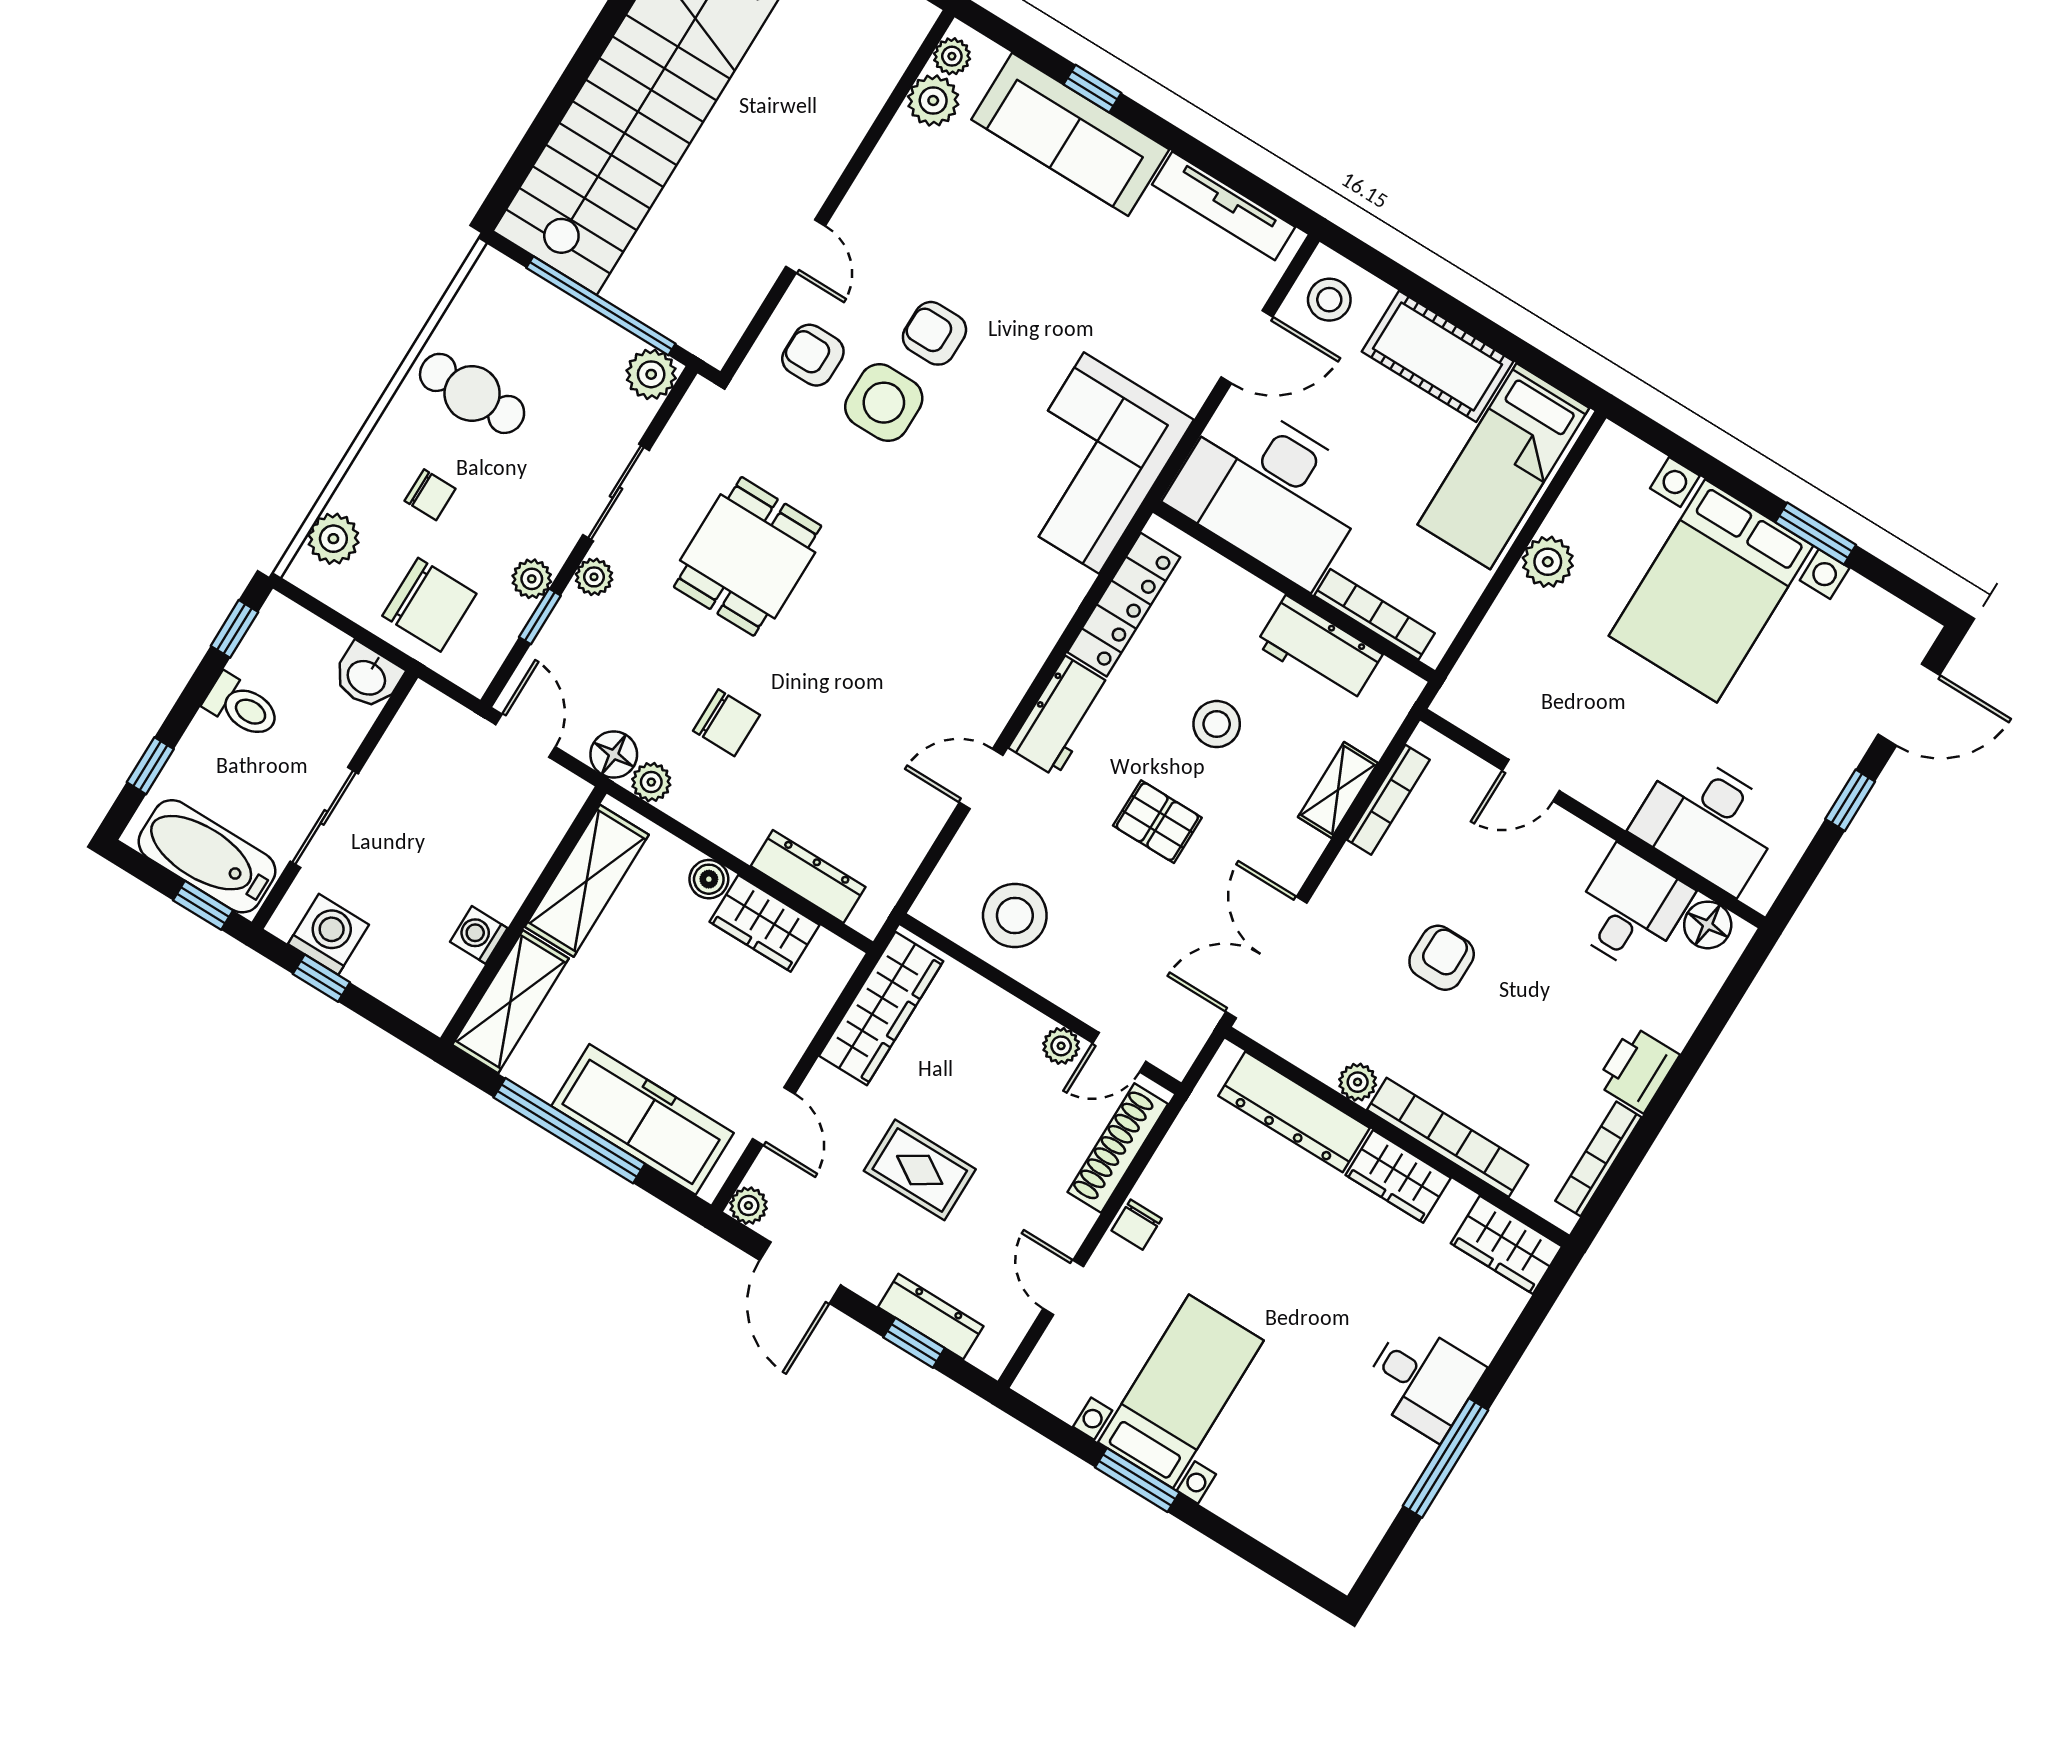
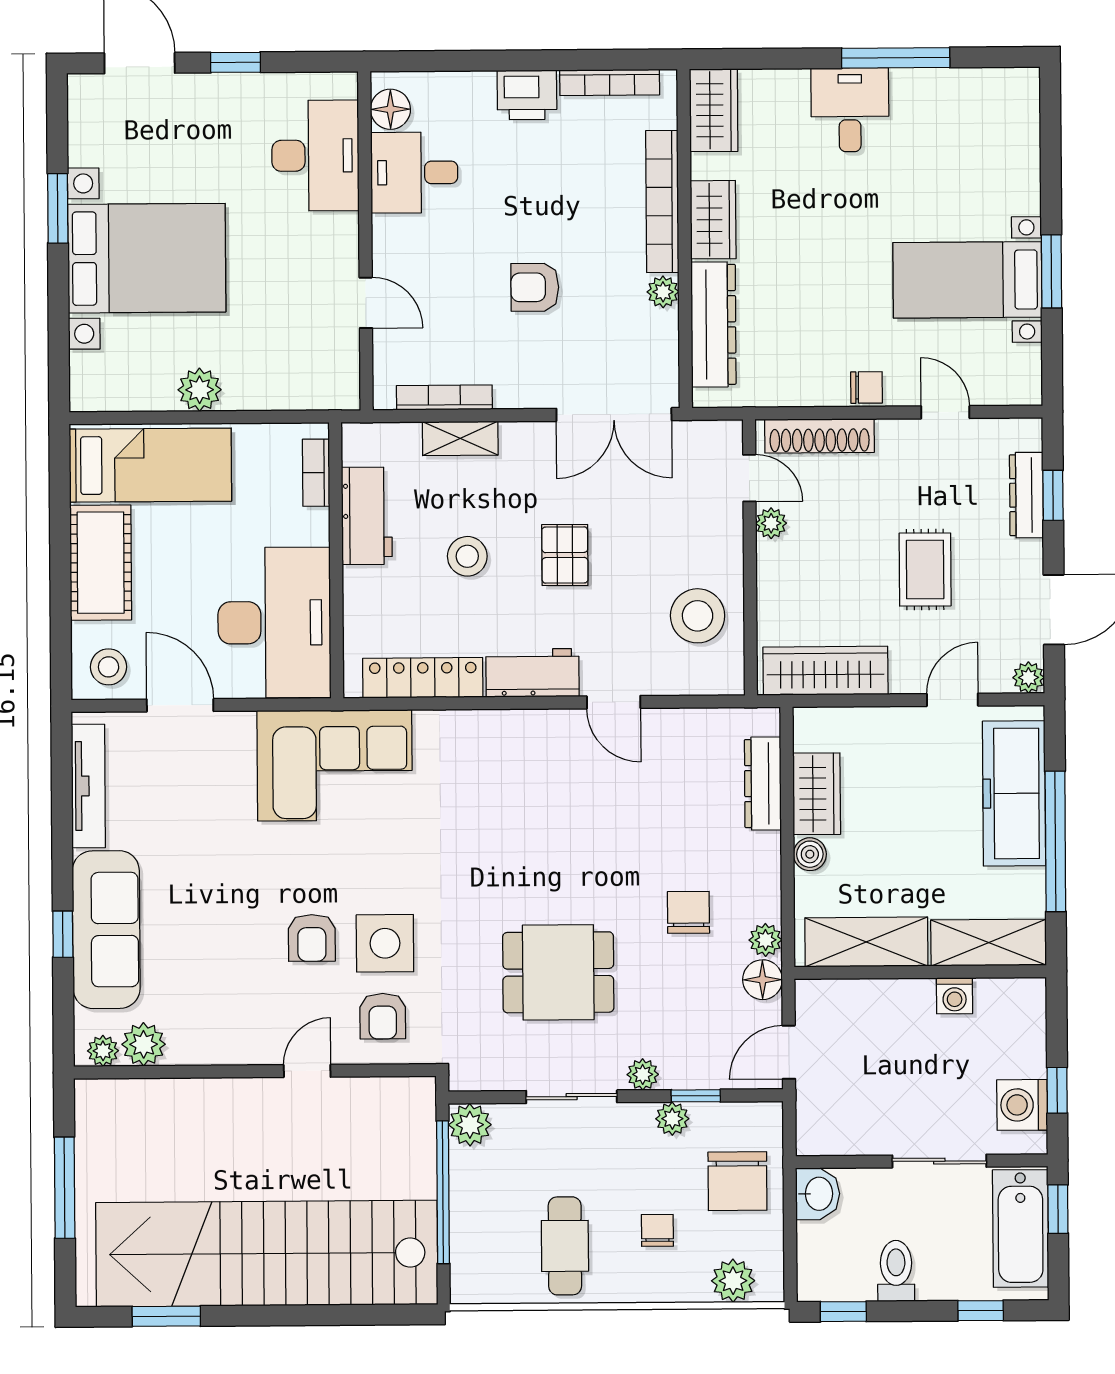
chair: (429, 605) -> (737, 1181), turned 180
bookcase: (1374, 614) -> (316, 473), width x0.64
door: (1063, 1288) -> (945, 412), swing flipped

